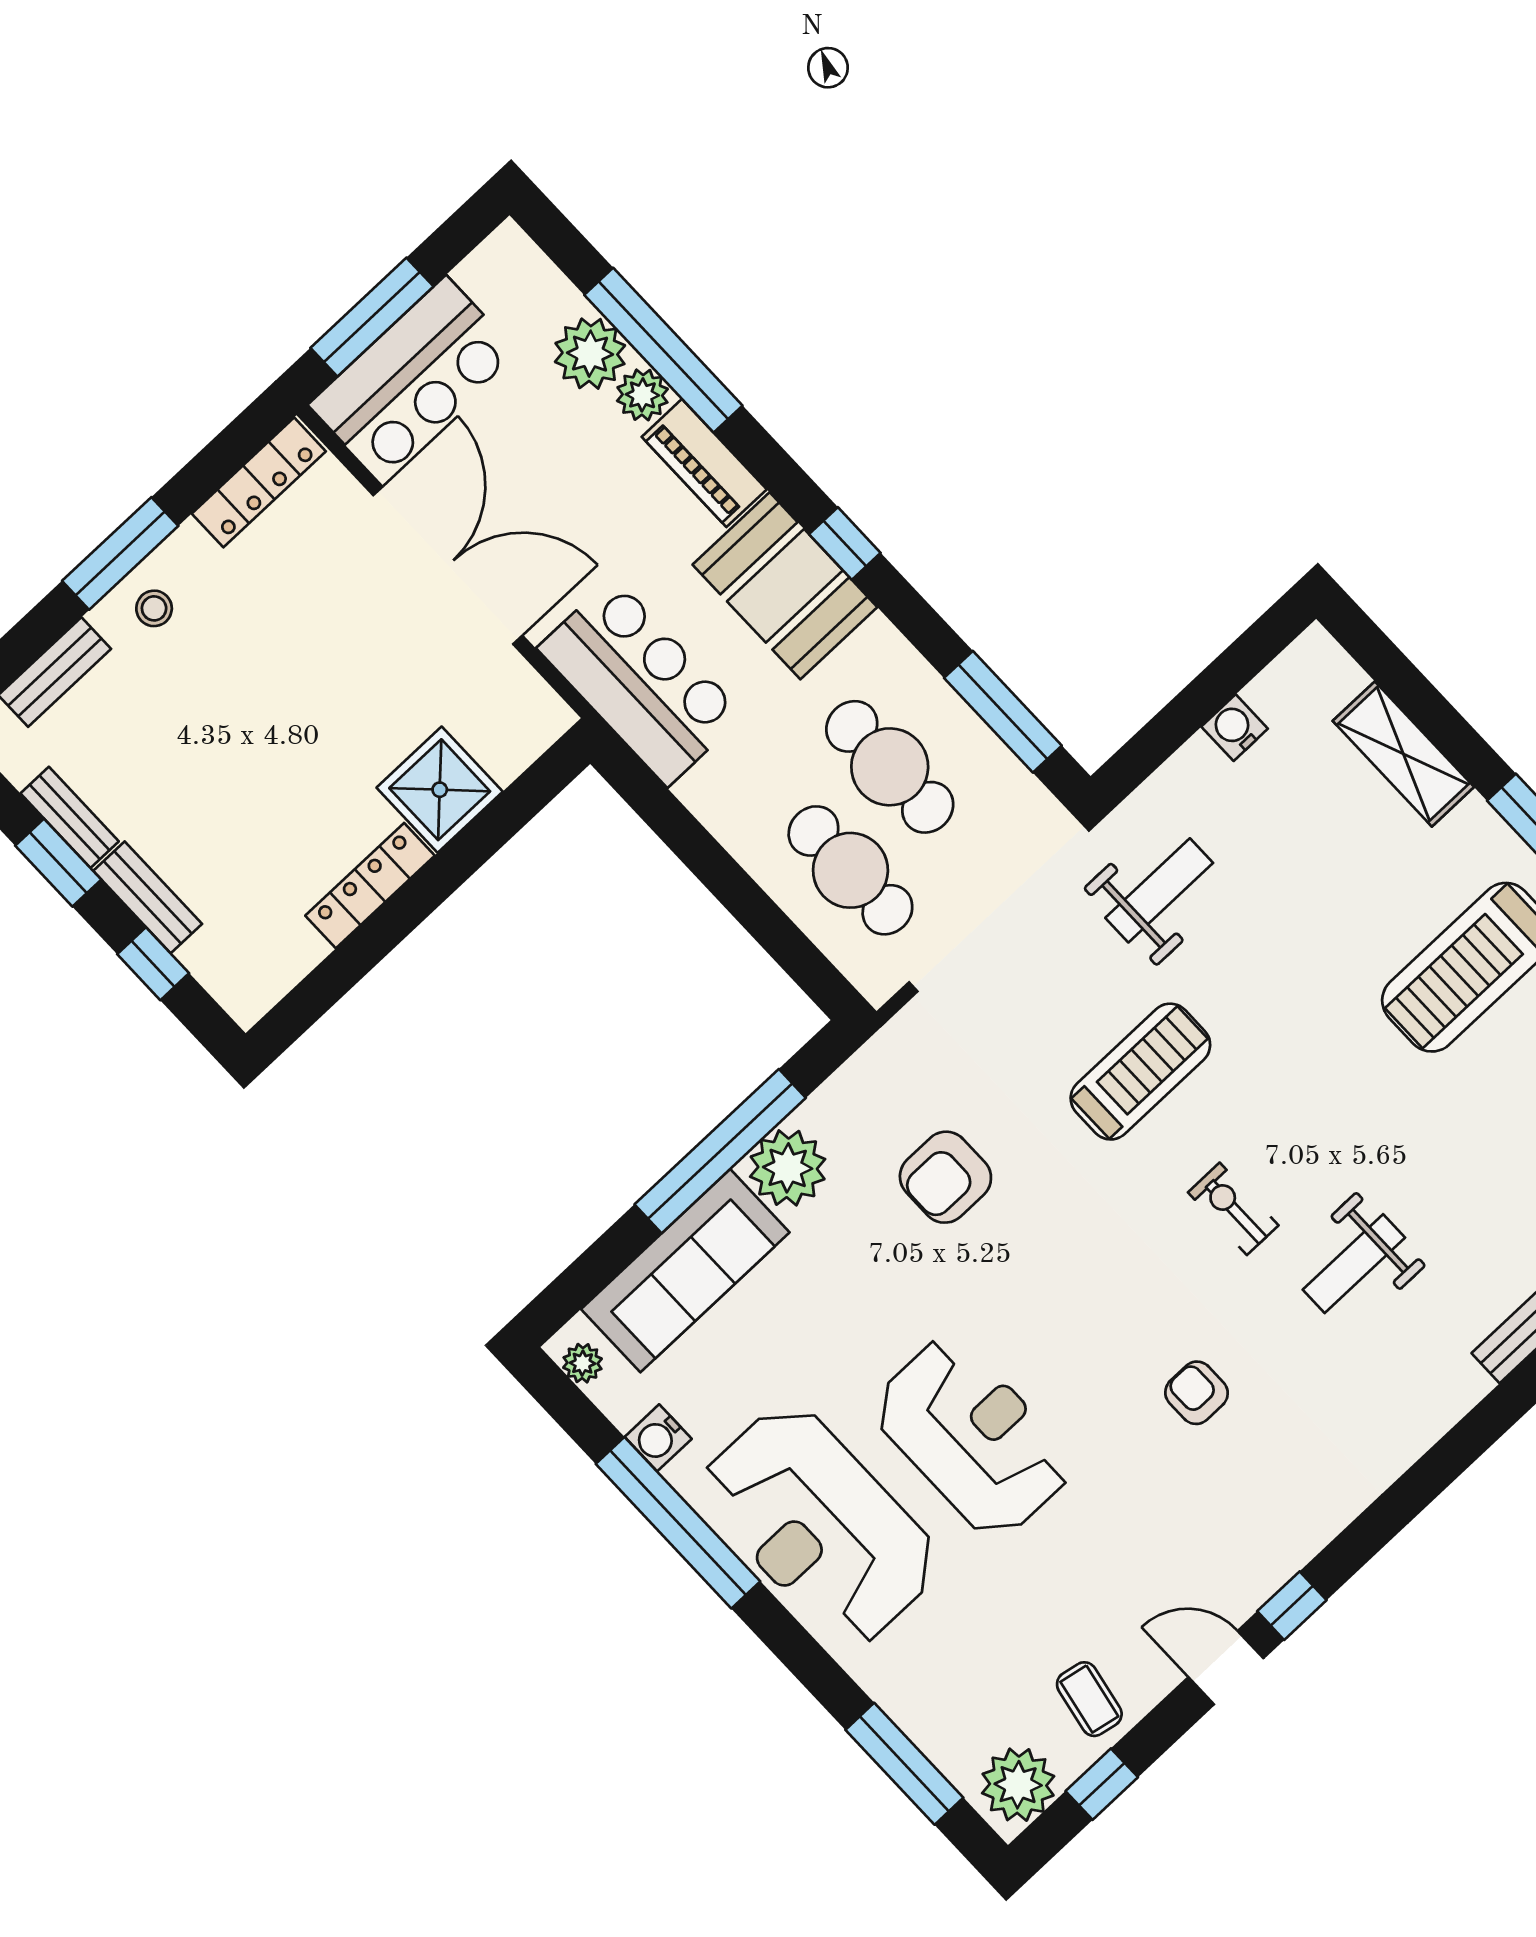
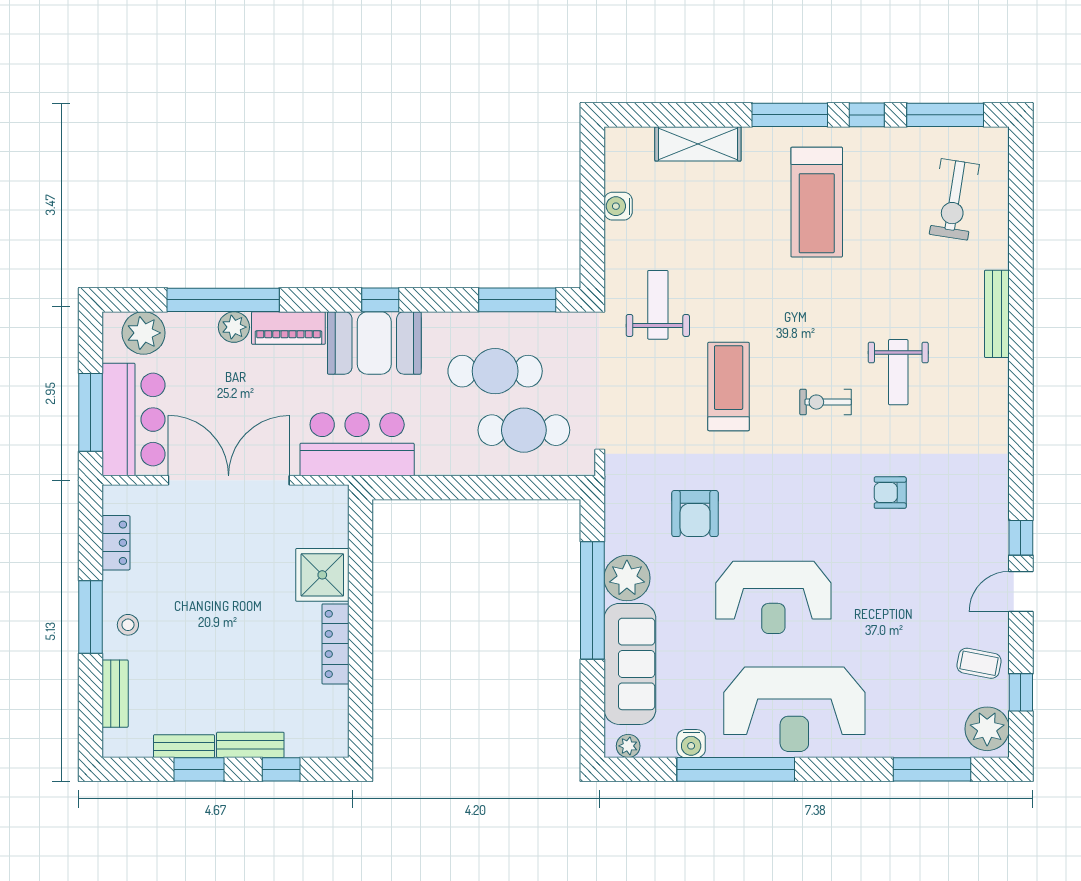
plant: (590, 354) -> (144, 333), moved
locker: (259, 482) -> (116, 543), width x0.66
reception desk: (973, 1437) -> (773, 597), moved, turned 180

